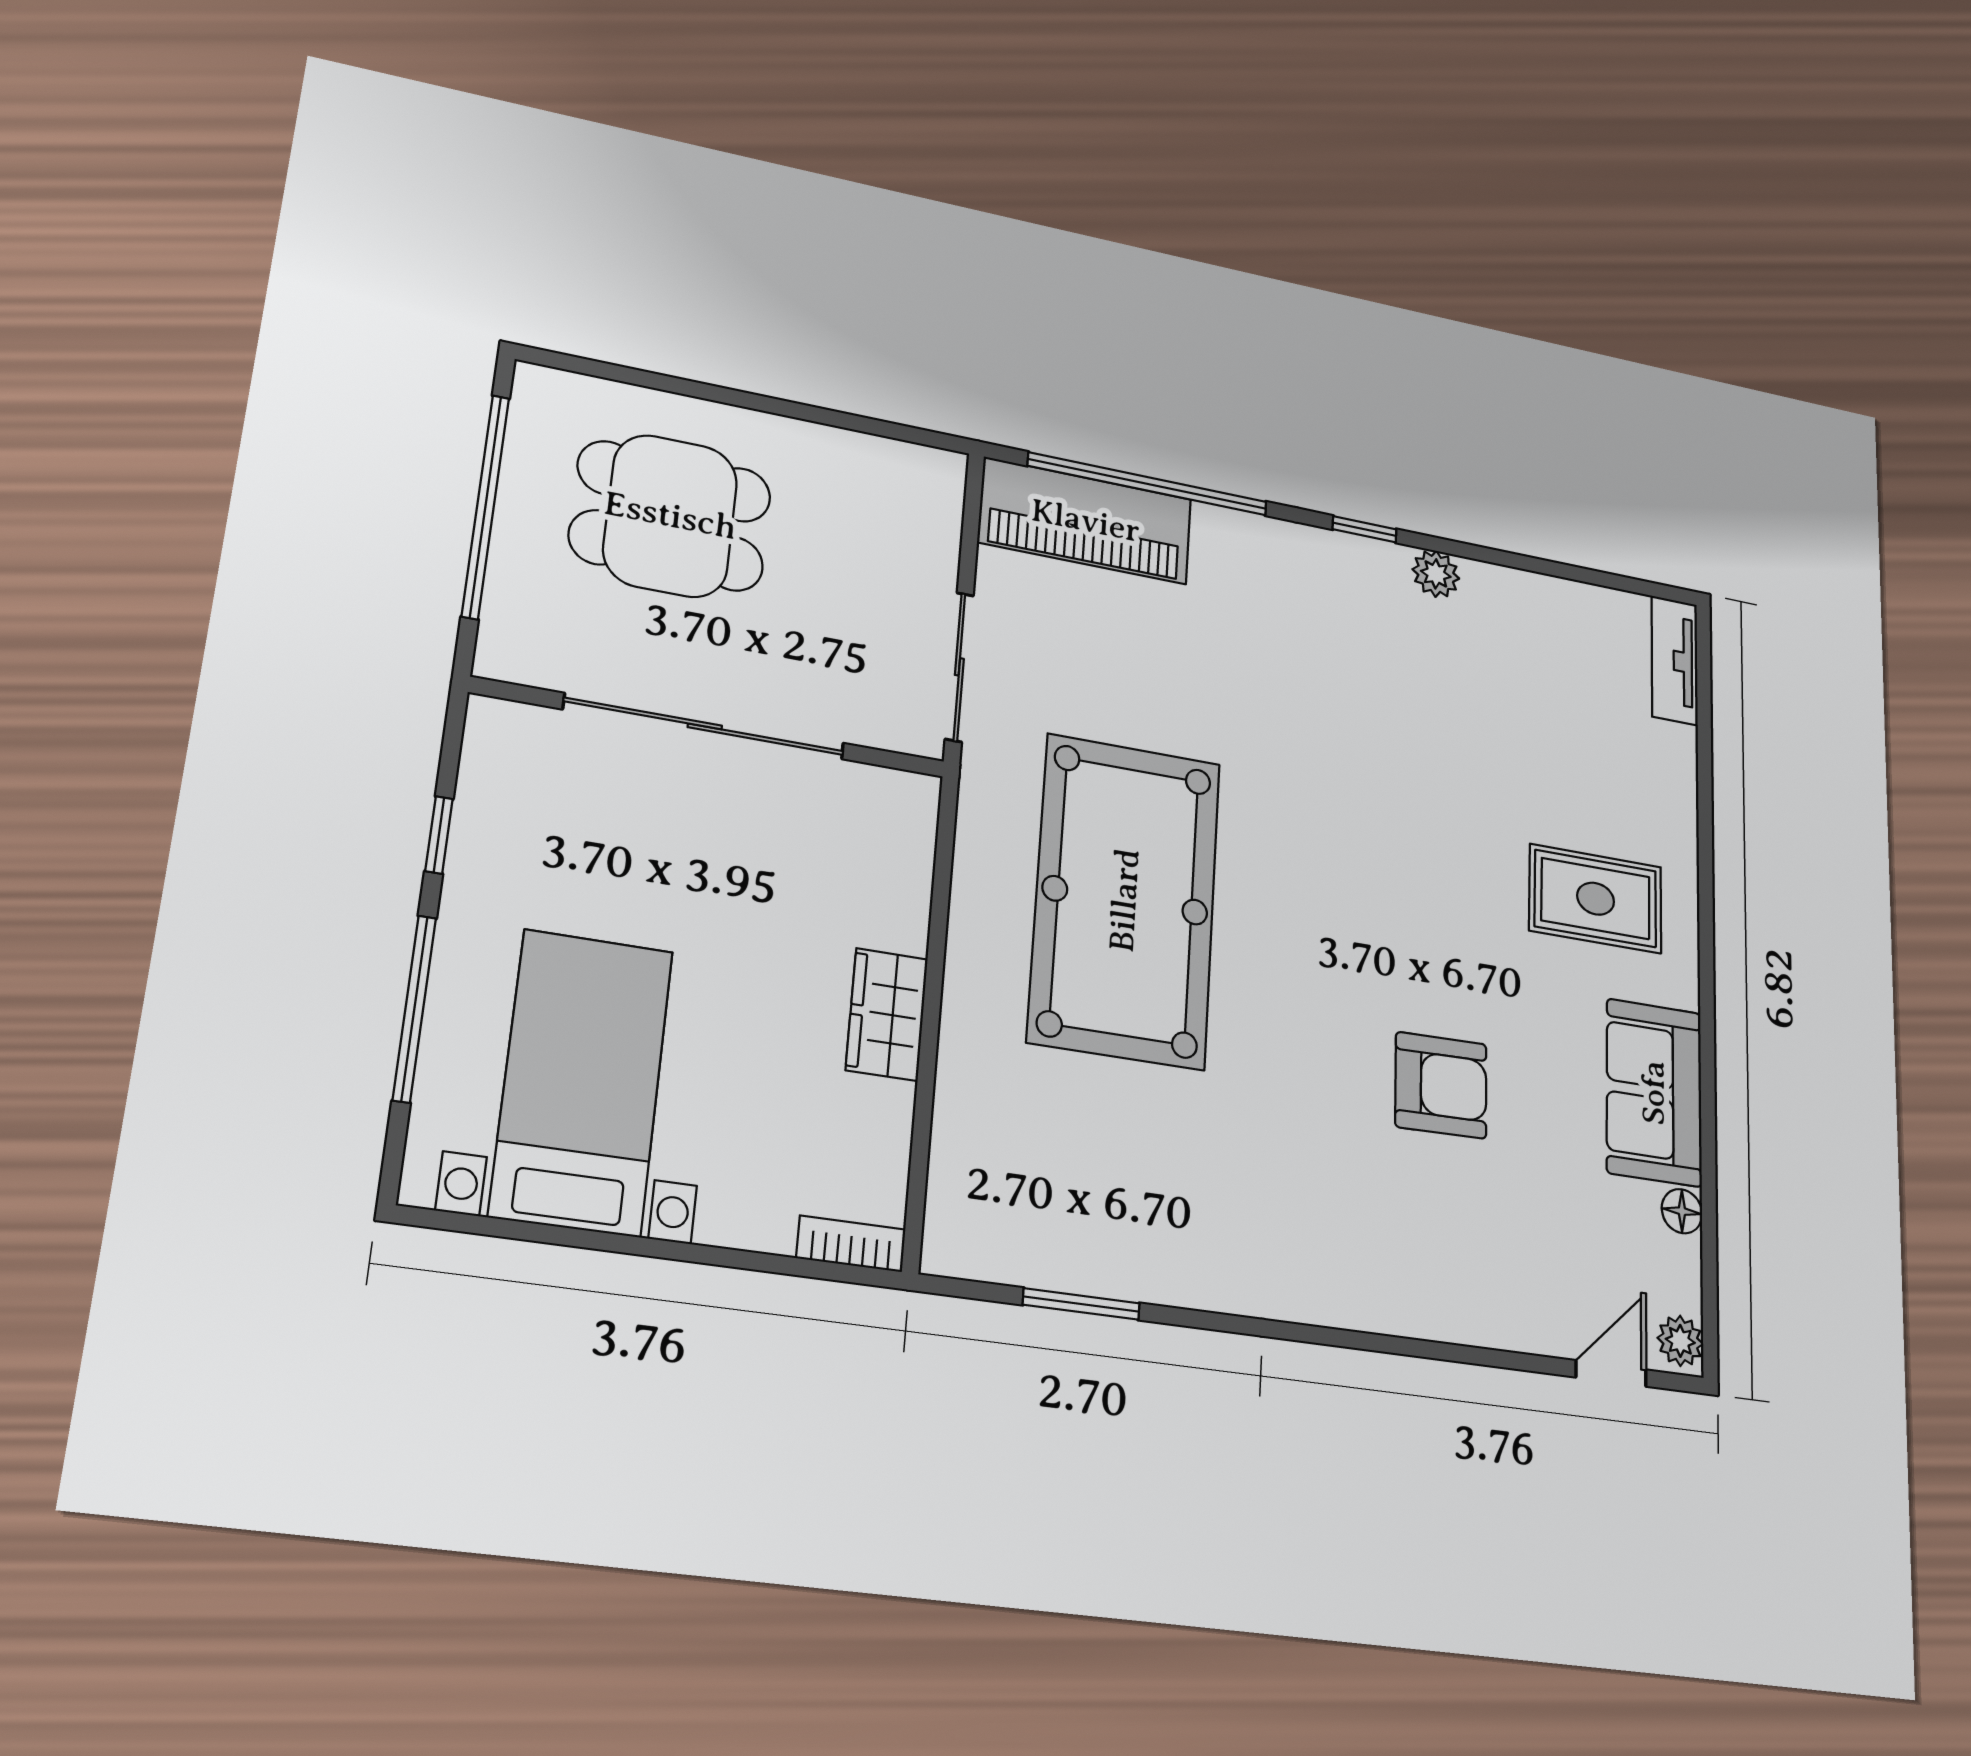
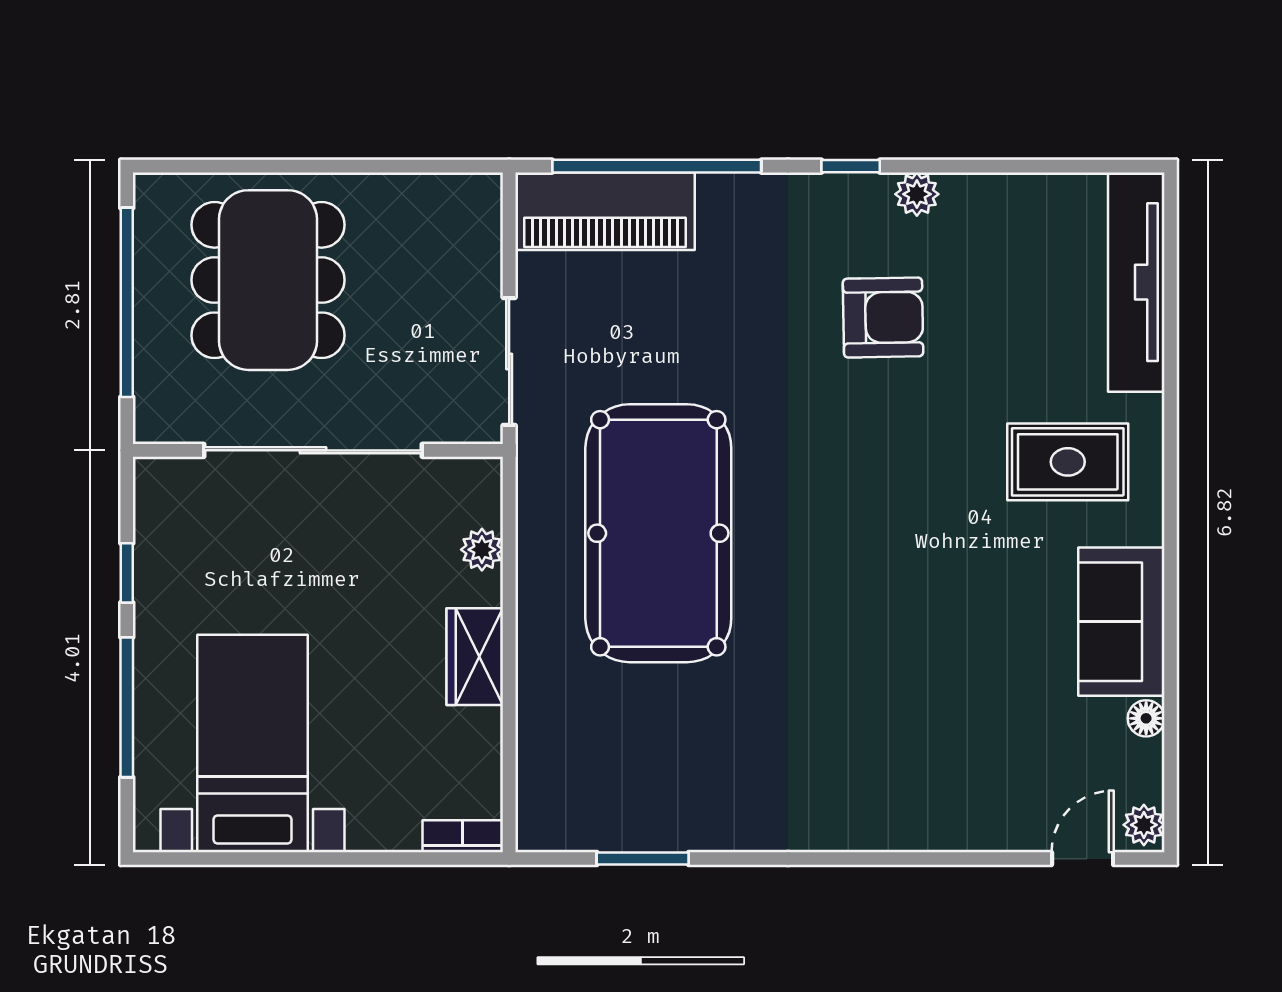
dining table: (670, 516) -> (268, 280), width x1.38
tv unit: (1675, 660) -> (1136, 282), width x1.92, depth x1.29
plant: (907, 883) -> (482, 550), added
armchair: (1441, 1085) -> (883, 317), moved

